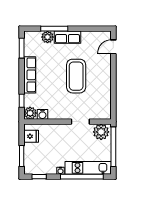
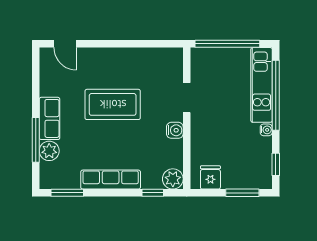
water cooler: (42, 114) -> (175, 130), moved
plant: (101, 132) -> (203, 64), removed

